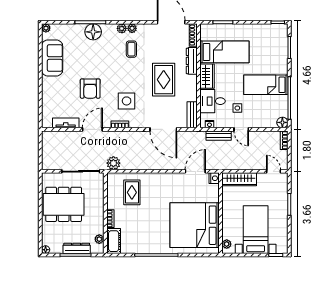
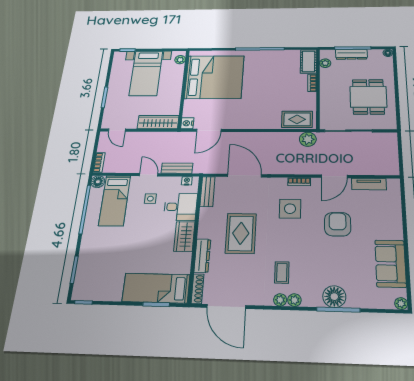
bed: (224, 52) -> (156, 288), moved
bed: (266, 85) -> (115, 200), moved, turned 90
rug: (132, 192) -> (297, 119), moved, turned 90
dining table: (64, 204) -> (368, 97), width x0.73

